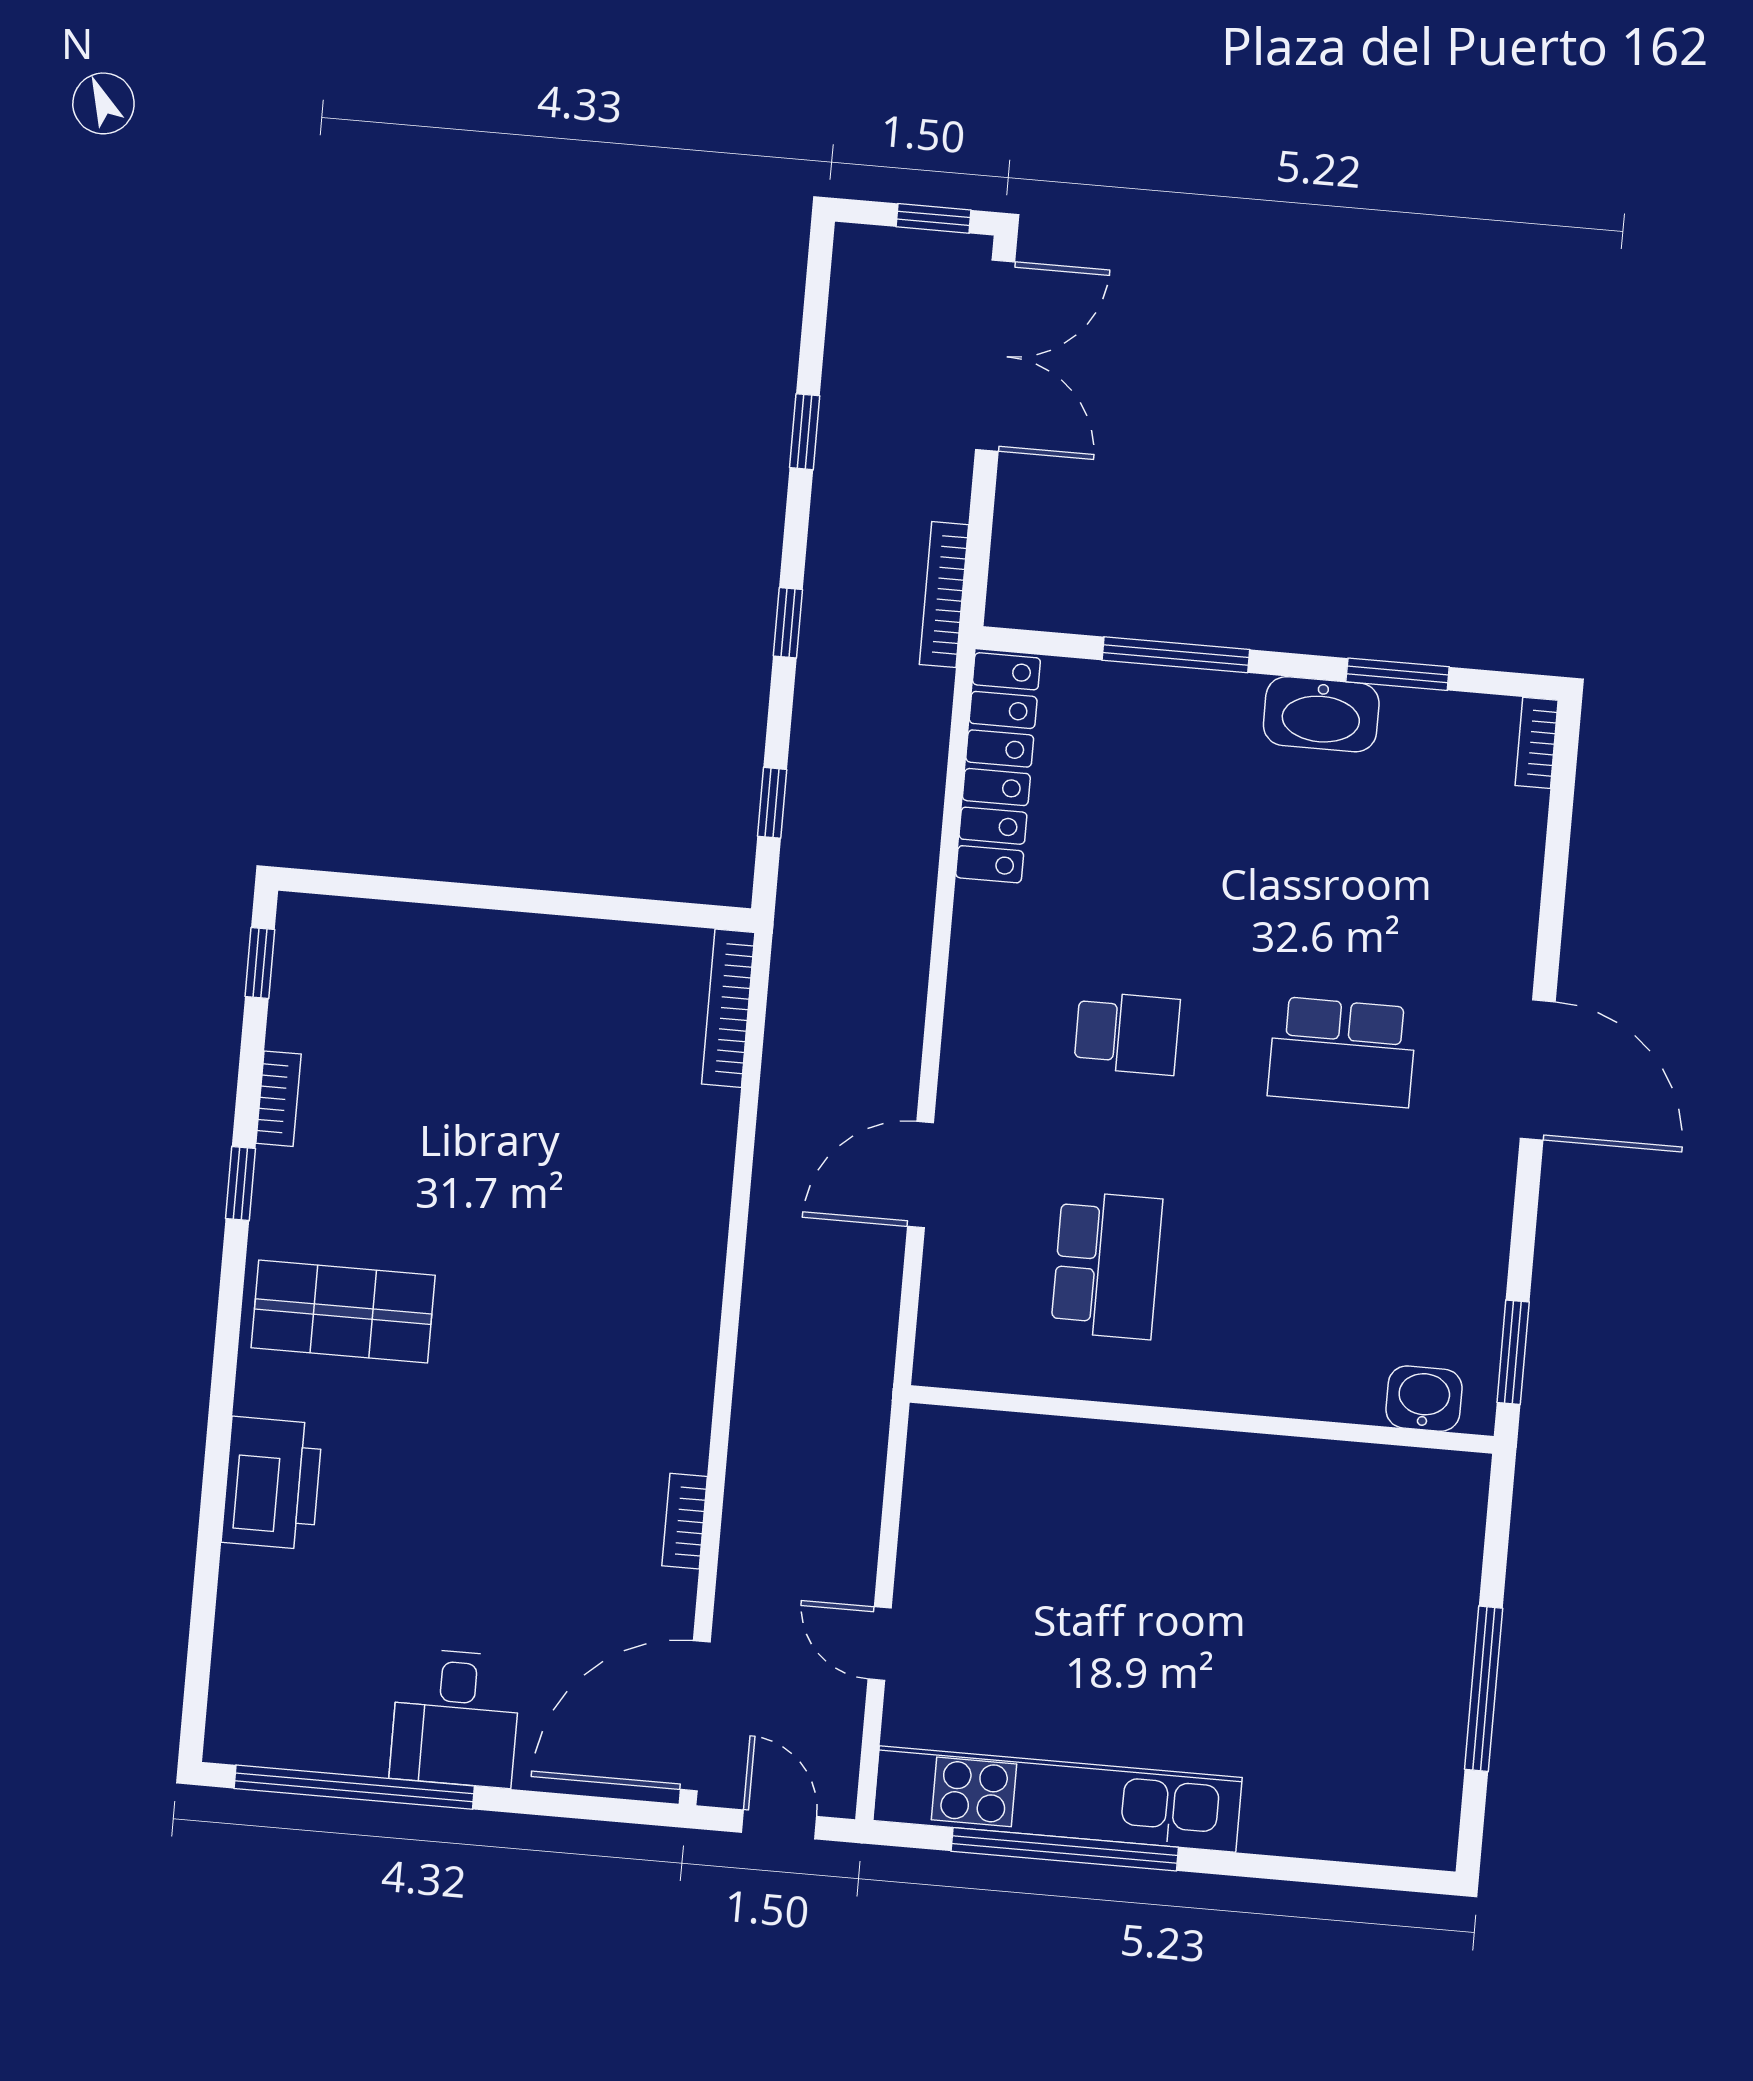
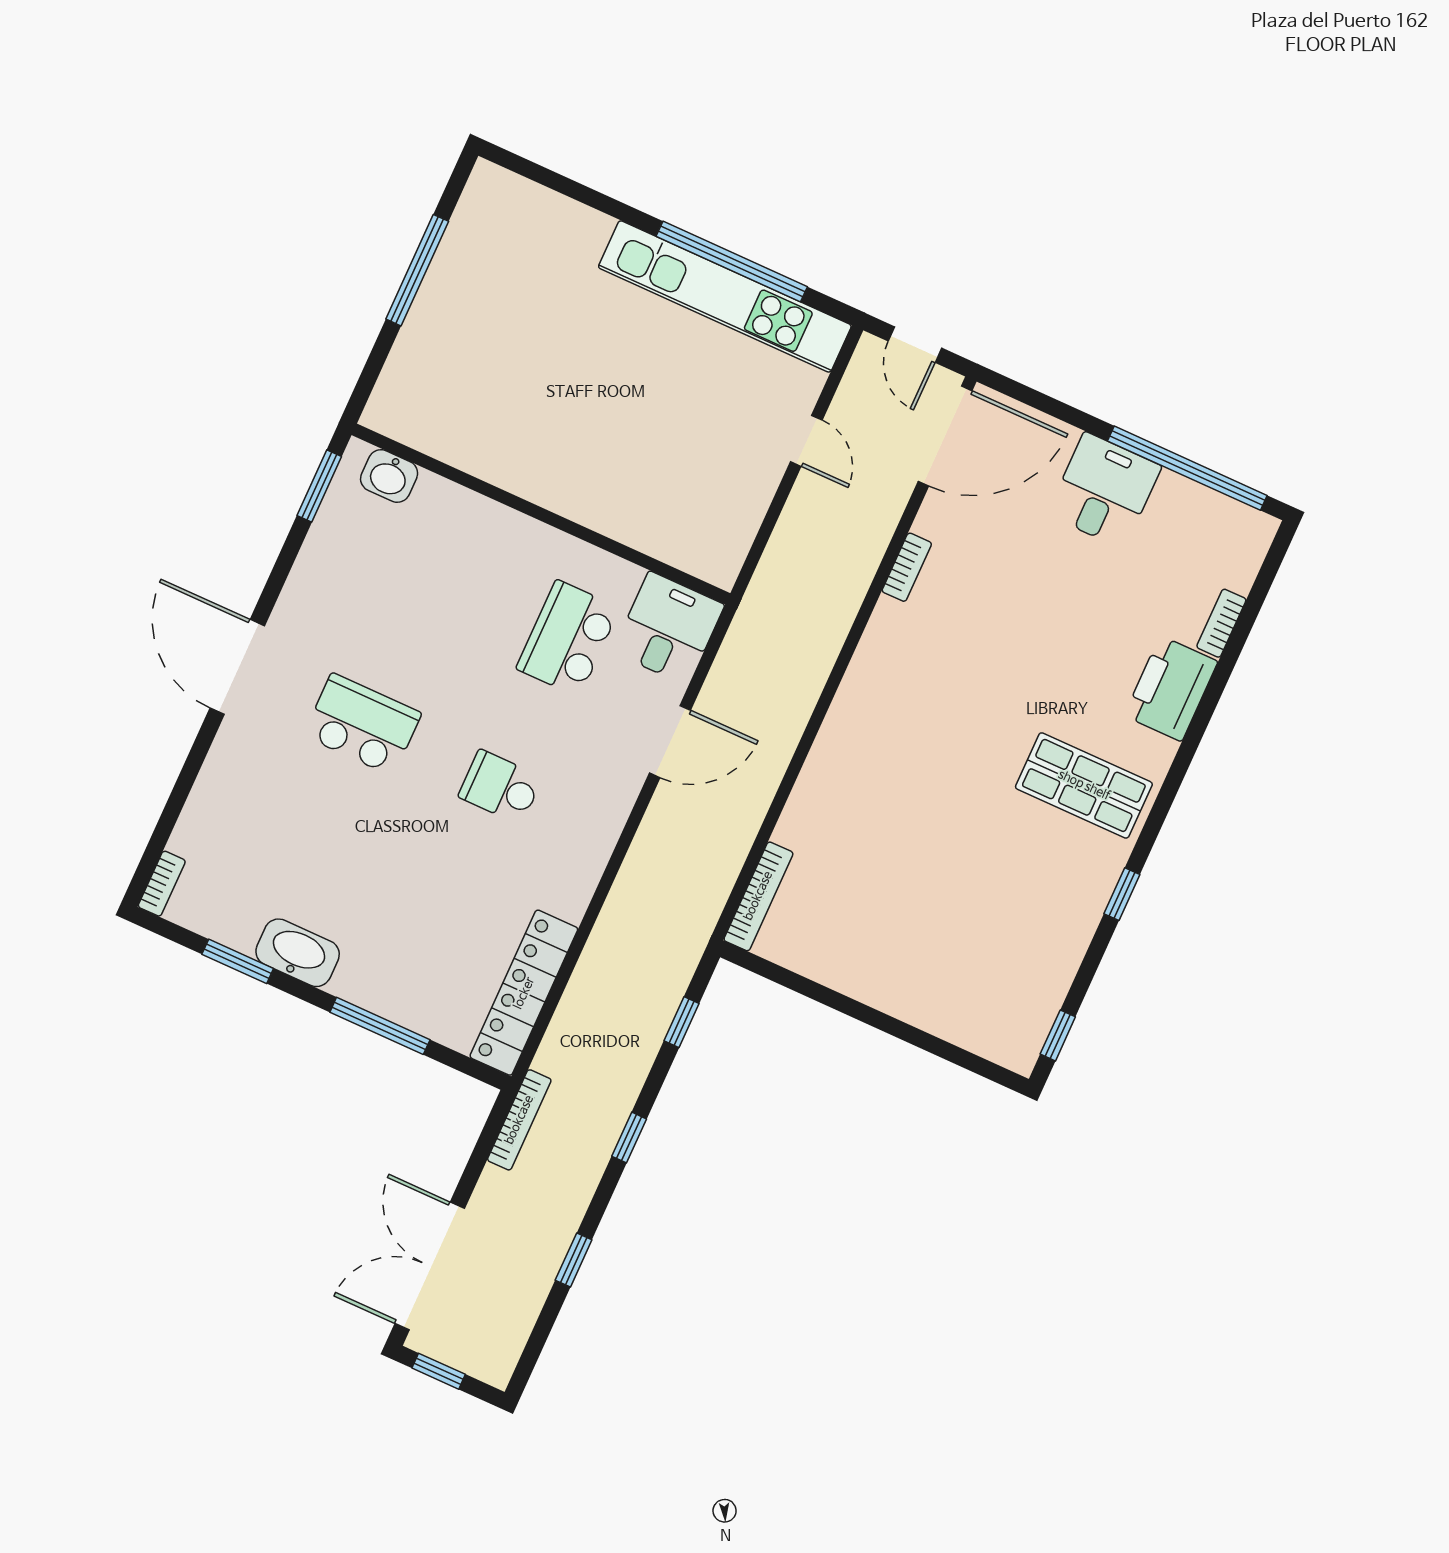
bookcase: (278, 1099) -> (1221, 623), moved
desk: (976, 1326) -> (668, 628), added

